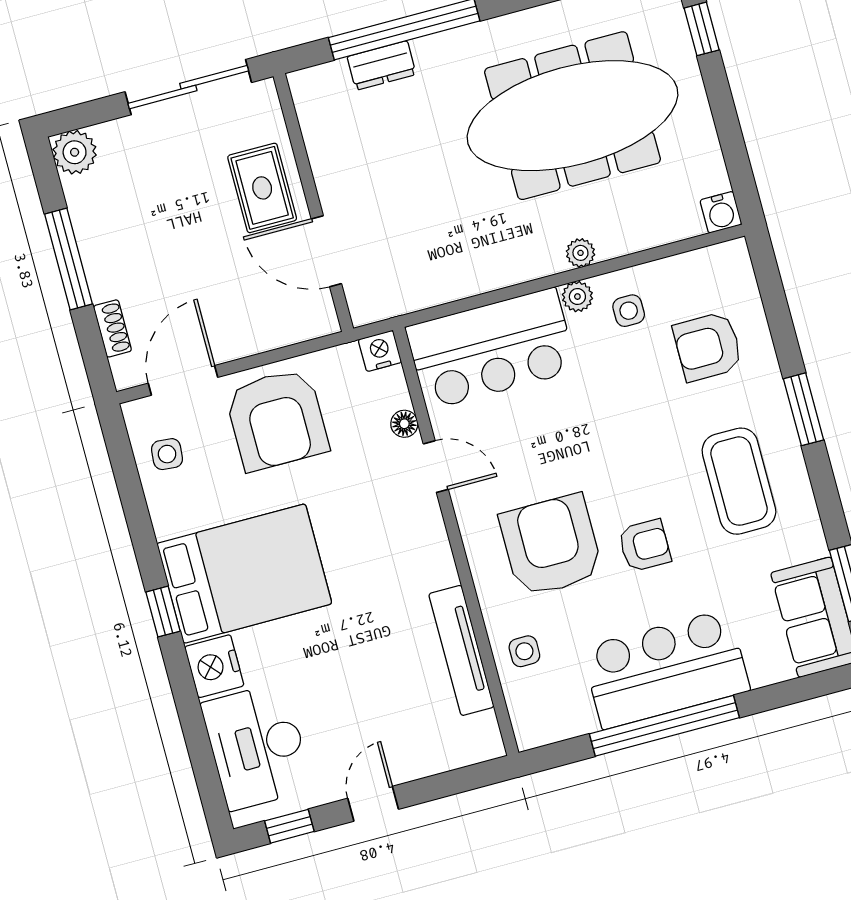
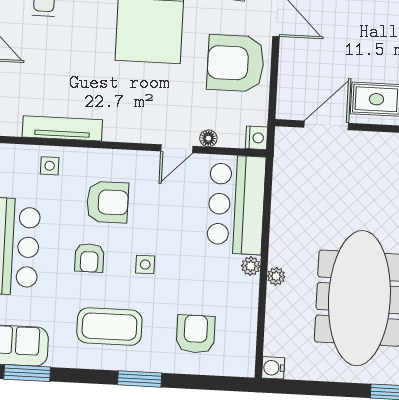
side table: (629, 311) -> (145, 265), moved
armchair: (551, 545) -> (107, 202), width x0.73, depth x0.73

